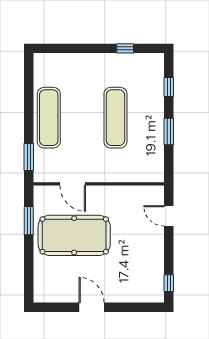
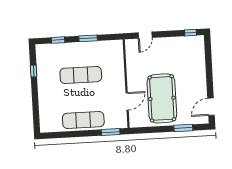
window: (29, 221) -> (183, 128), moved
door: (92, 307) -> (211, 107), moved

